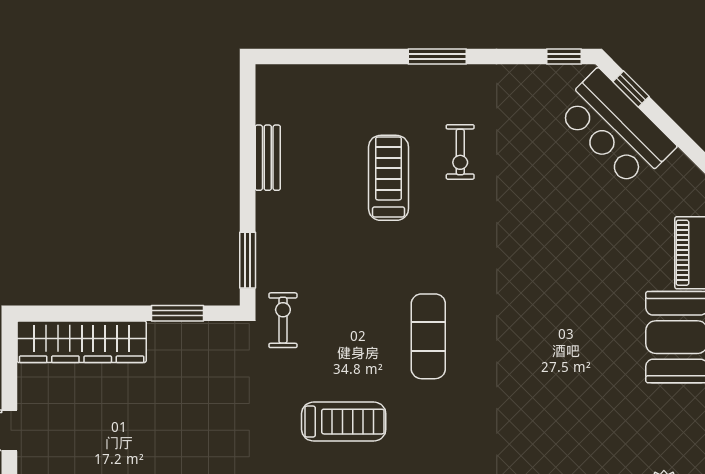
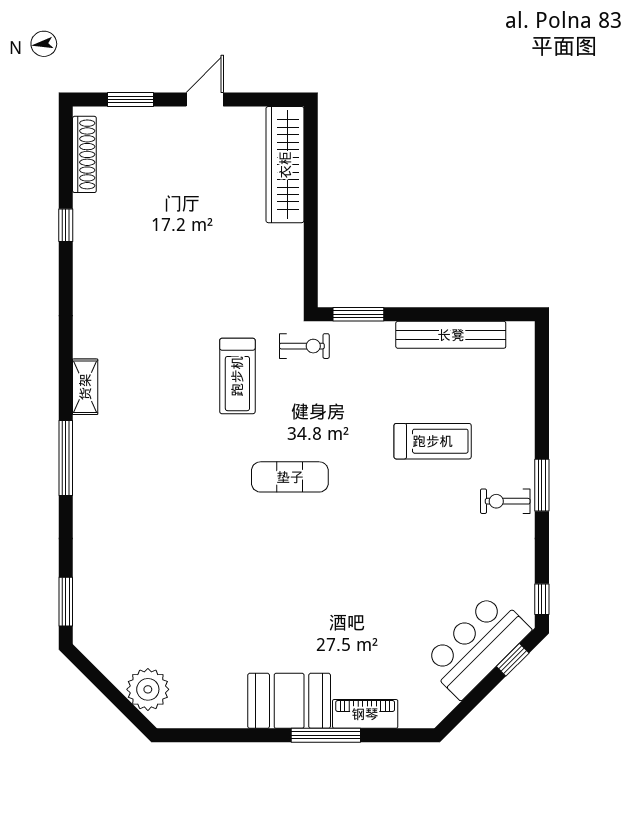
exercise bike: (460, 152) -> (505, 501), moved
bench: (268, 158) -> (451, 335), width x1.86, depth x1.21
window: (178, 313) -> (311, 251), removed
treadmill: (344, 422) -> (237, 376), moved

